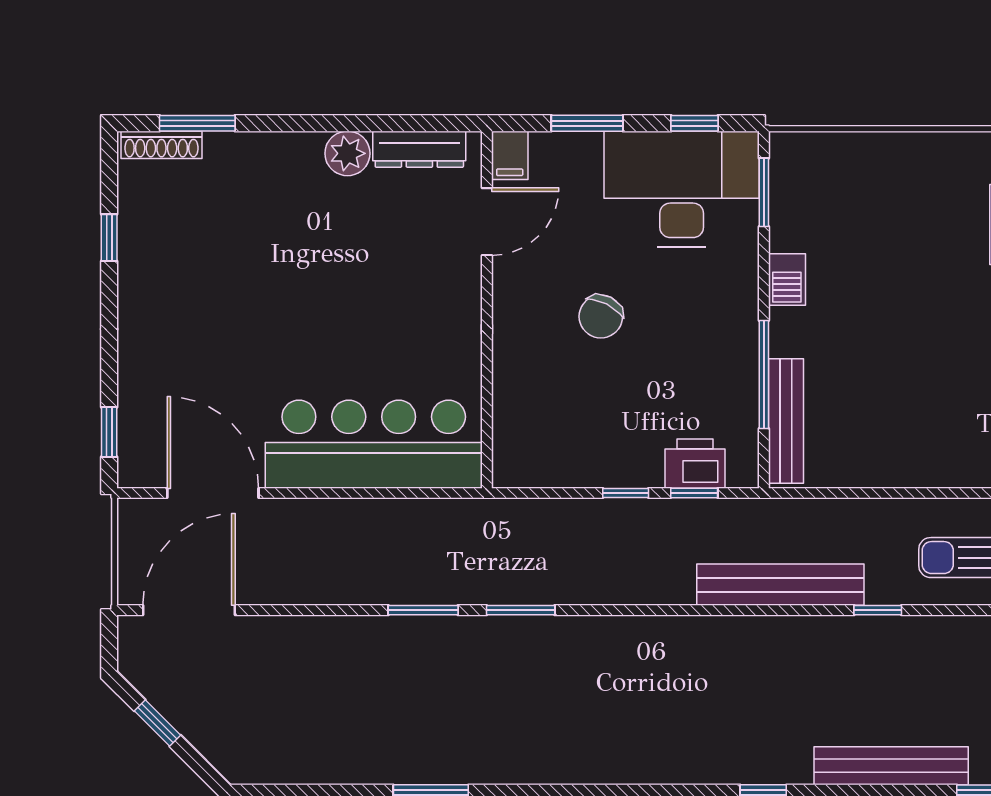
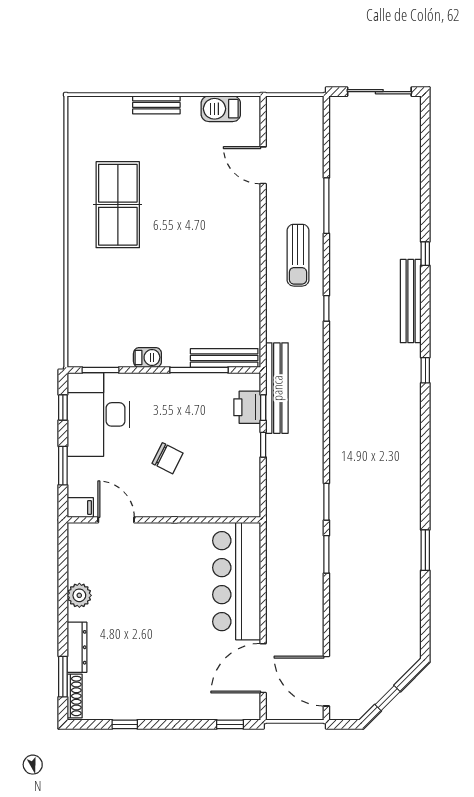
dresser: (419, 149) -> (77, 647), moved
bench: (780, 585) -> (277, 388), moved

